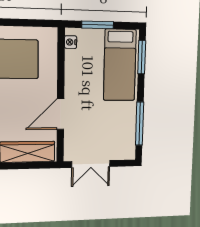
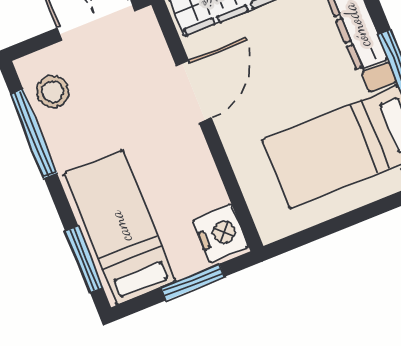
nightstand: (71, 42) -> (221, 234), width x1.89, depth x1.79
stool: (123, 139) -> (53, 92), added

